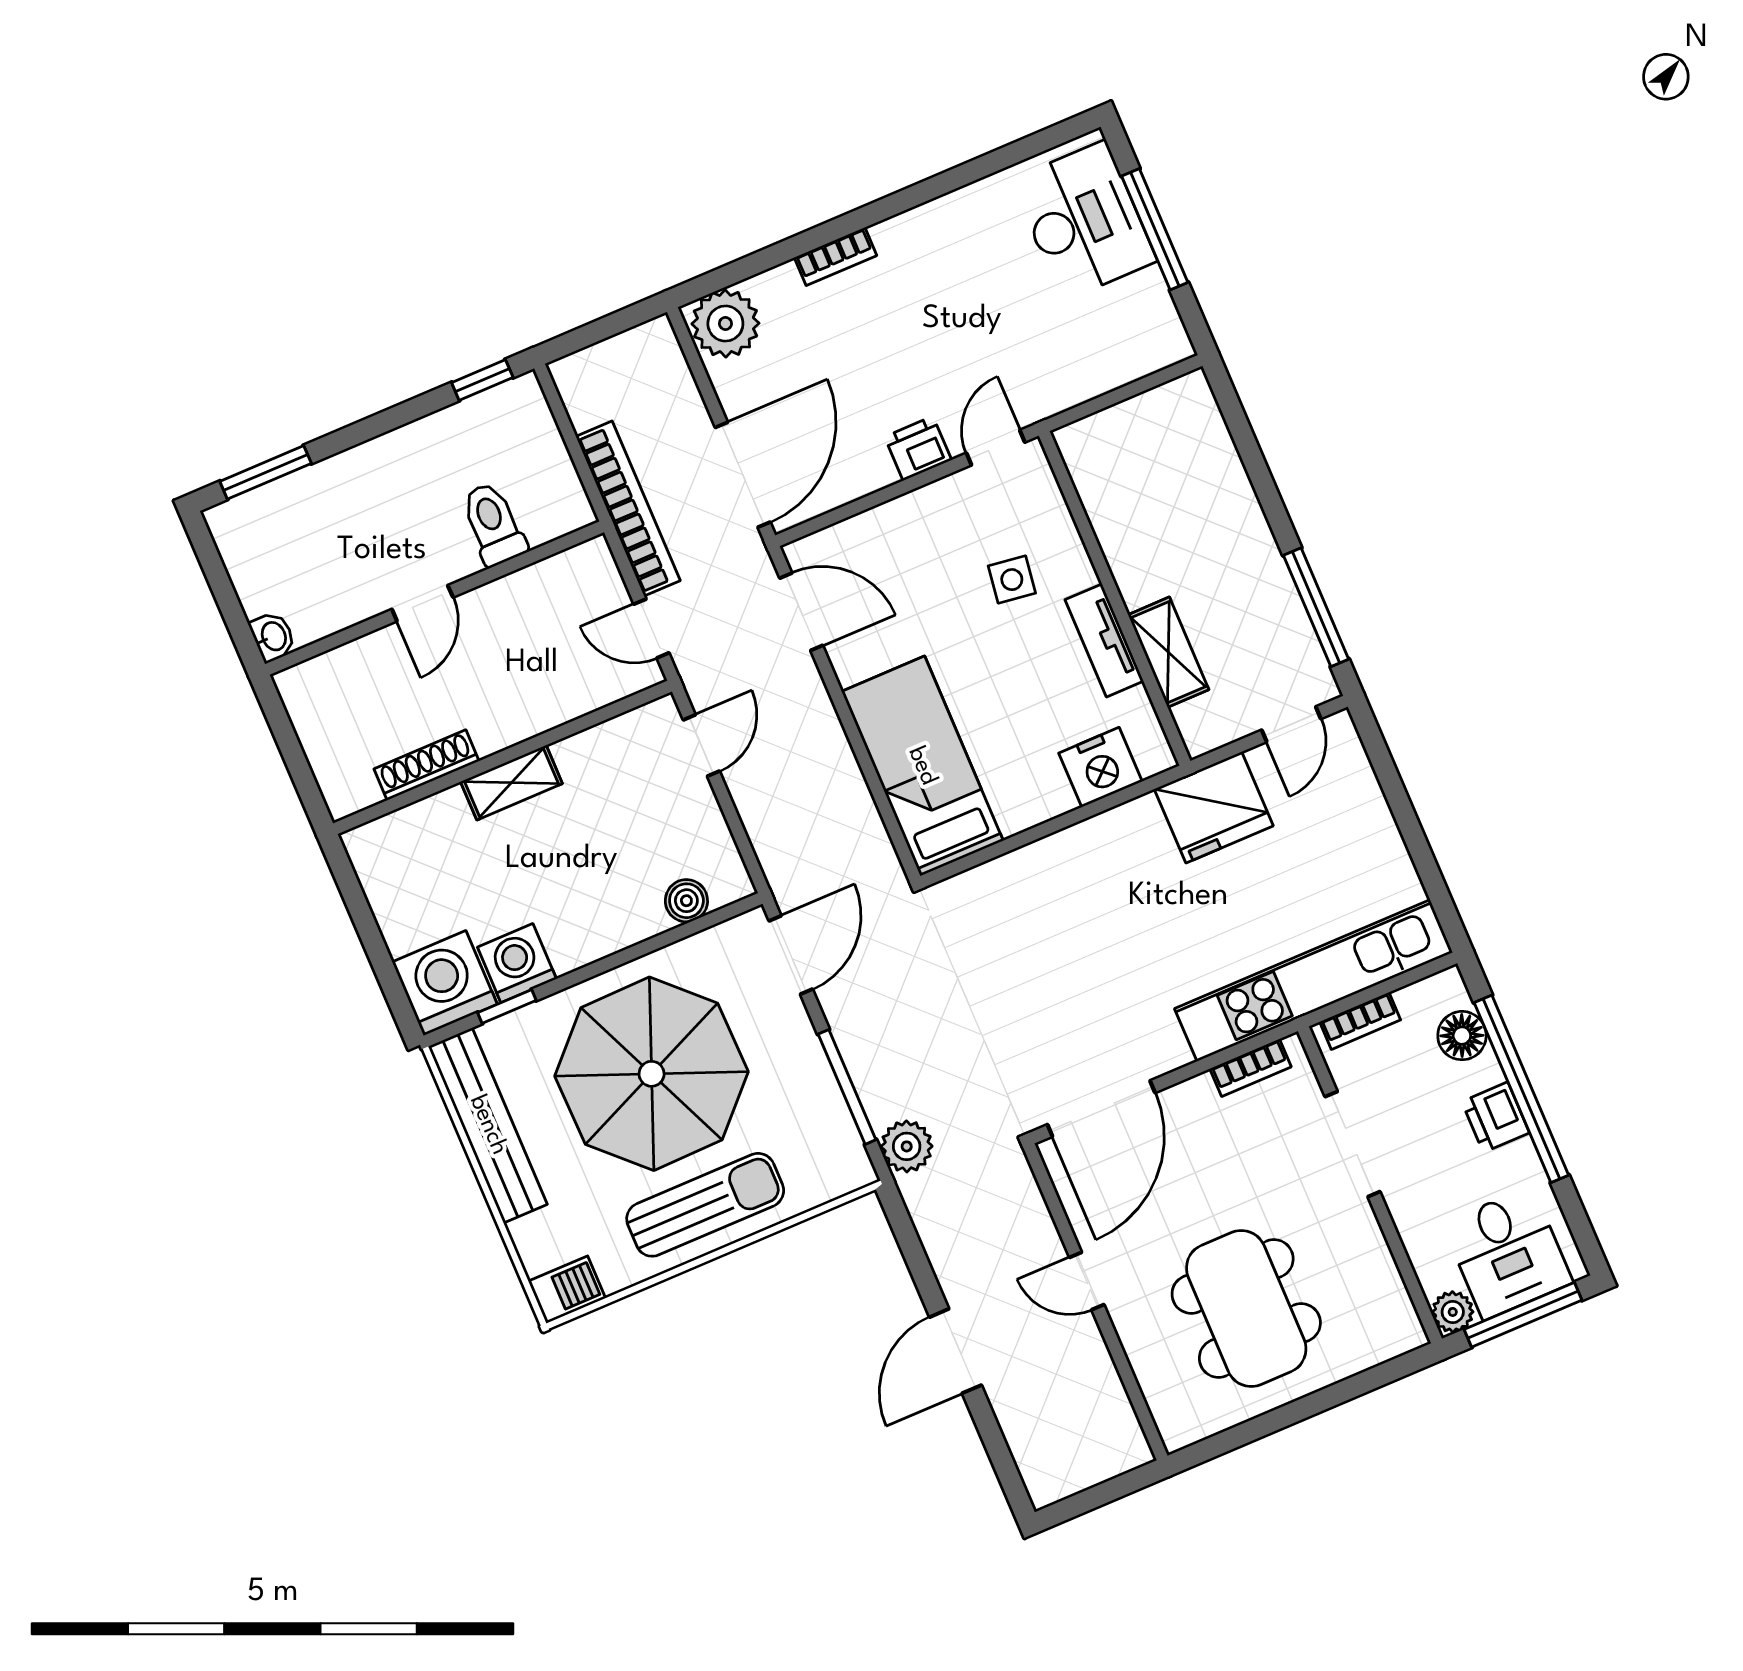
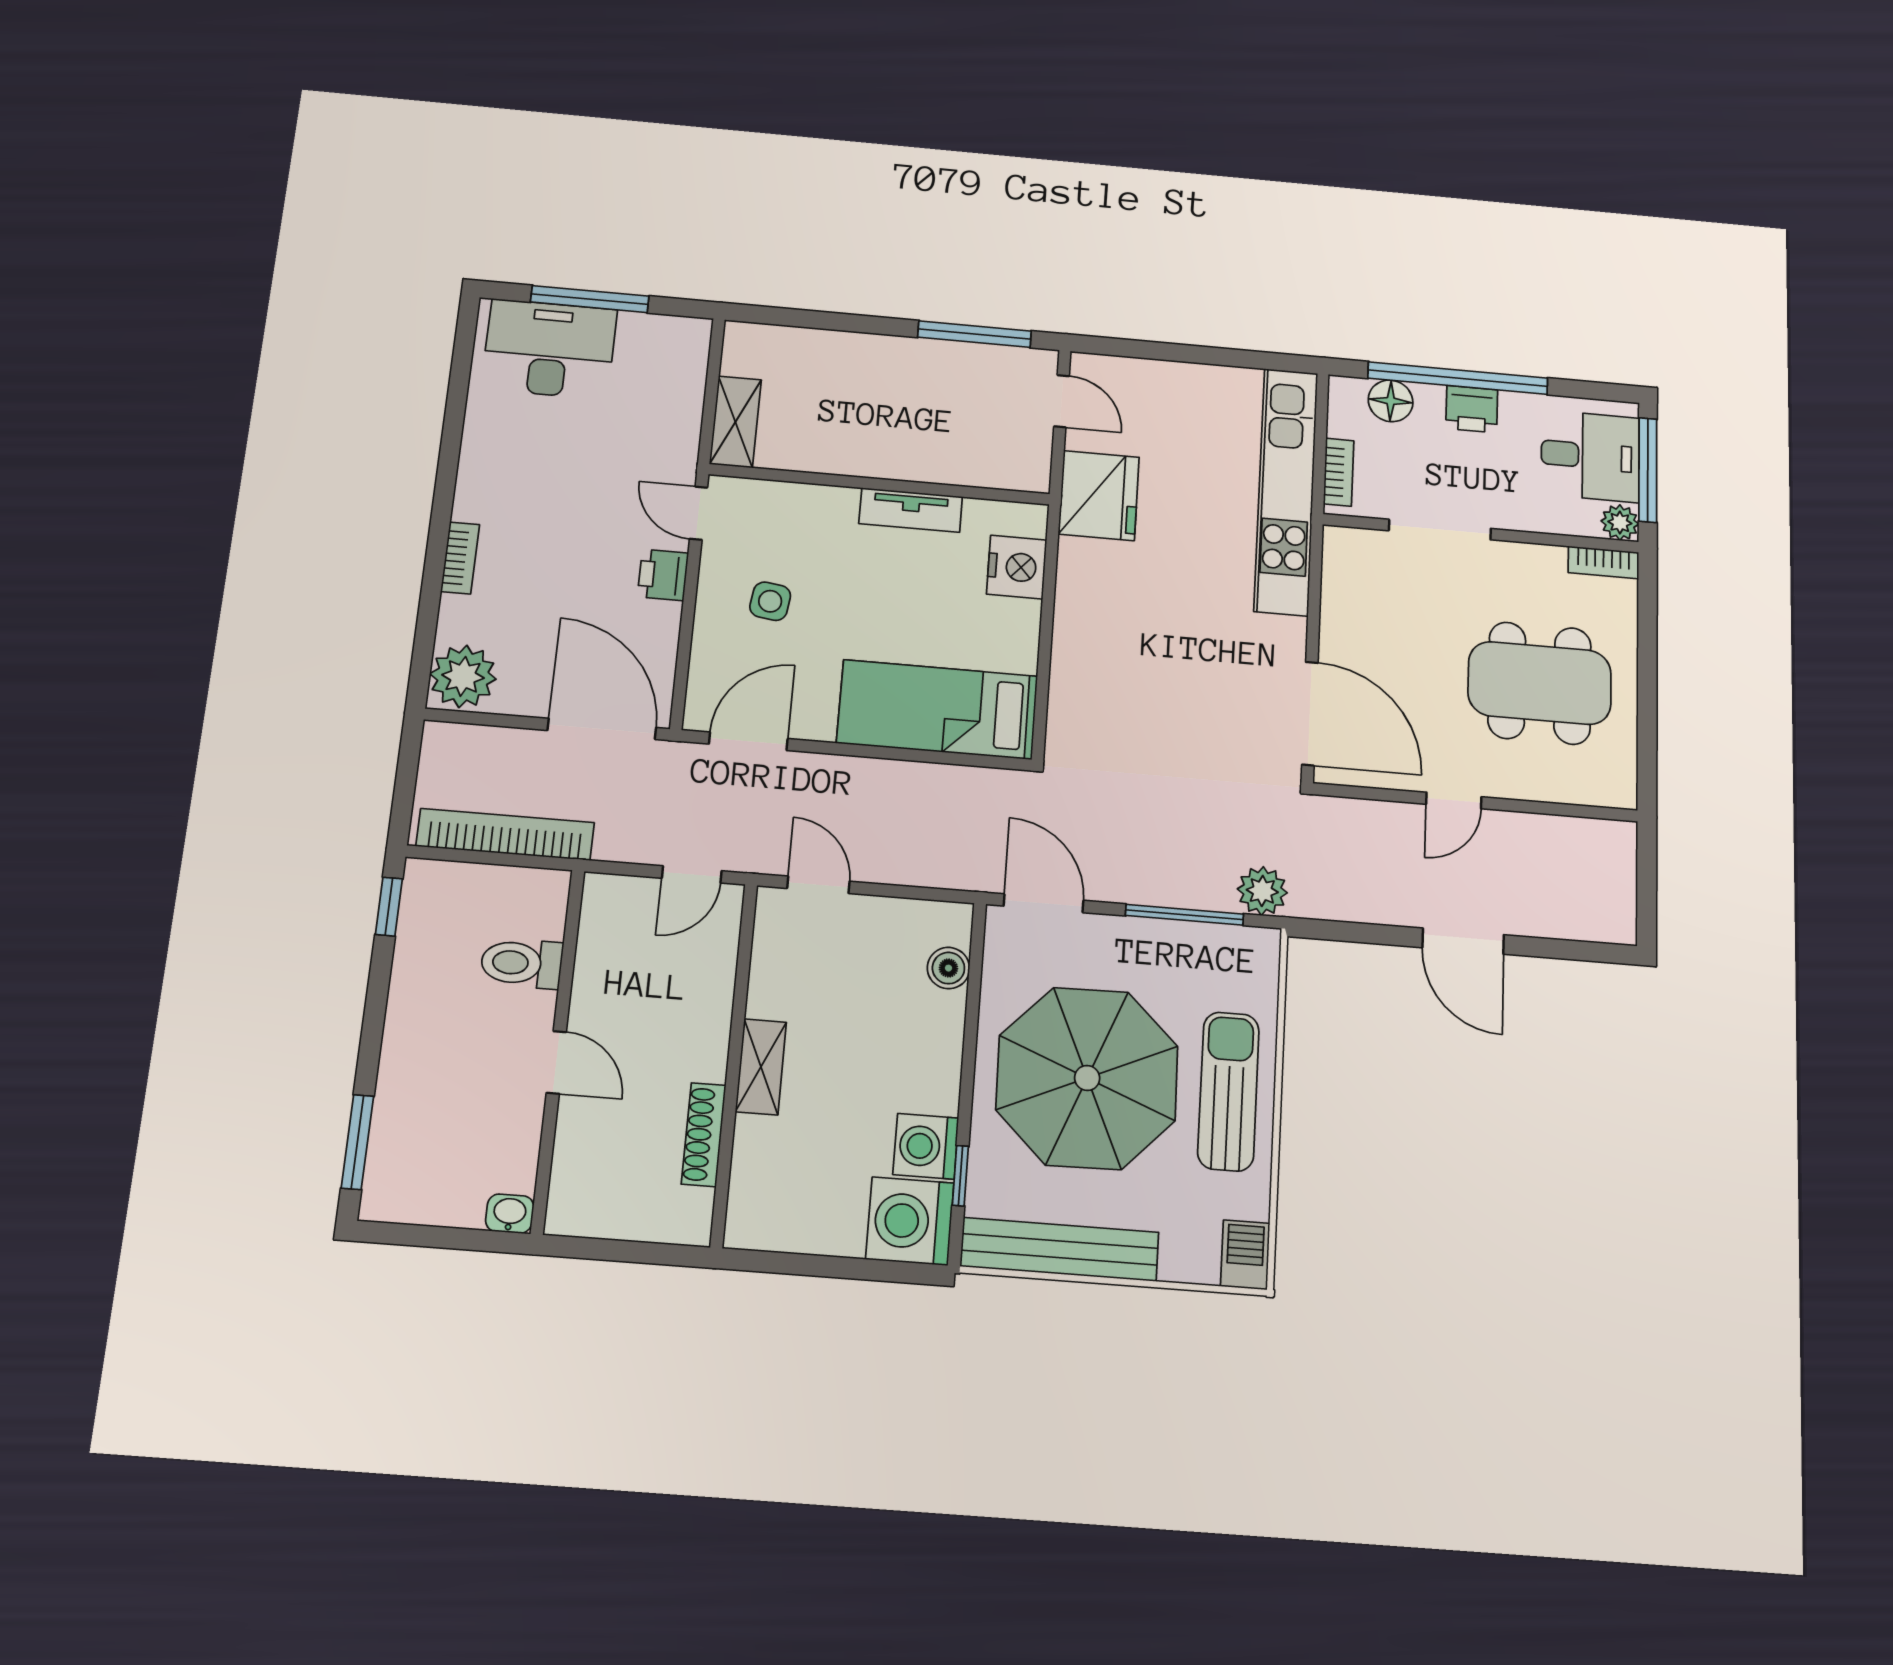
bookcase: (628, 509) -> (505, 834), moved
side table: (1012, 580) -> (770, 601), moved
shelving: (1168, 652) -> (735, 422), moved, turned 90
bookcase: (1250, 1068) -> (1603, 562), moved, turned 90

